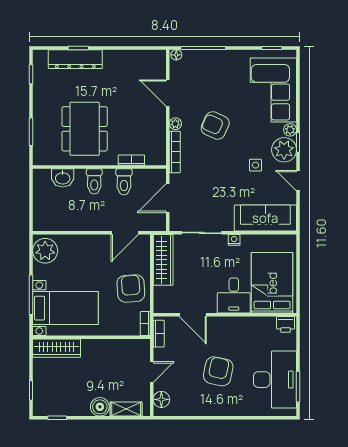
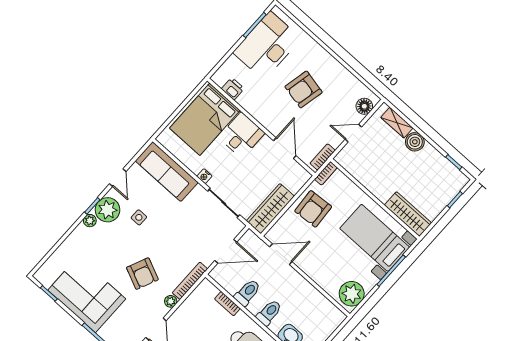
corner sofa: (273, 90) -> (87, 295), moved, turned -90
printer: (286, 324) -> (233, 89), moved

